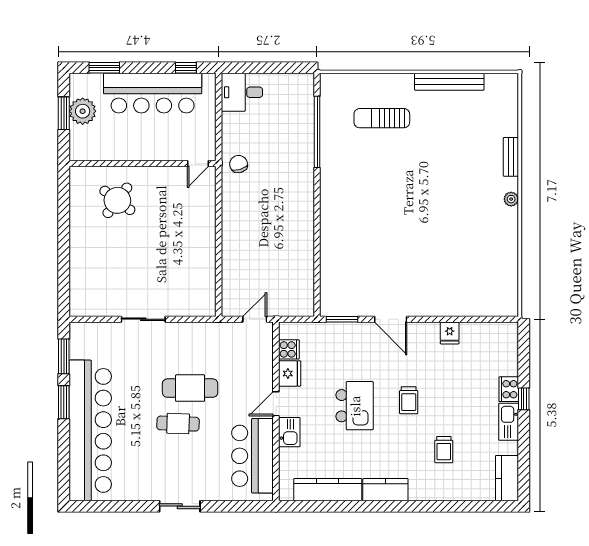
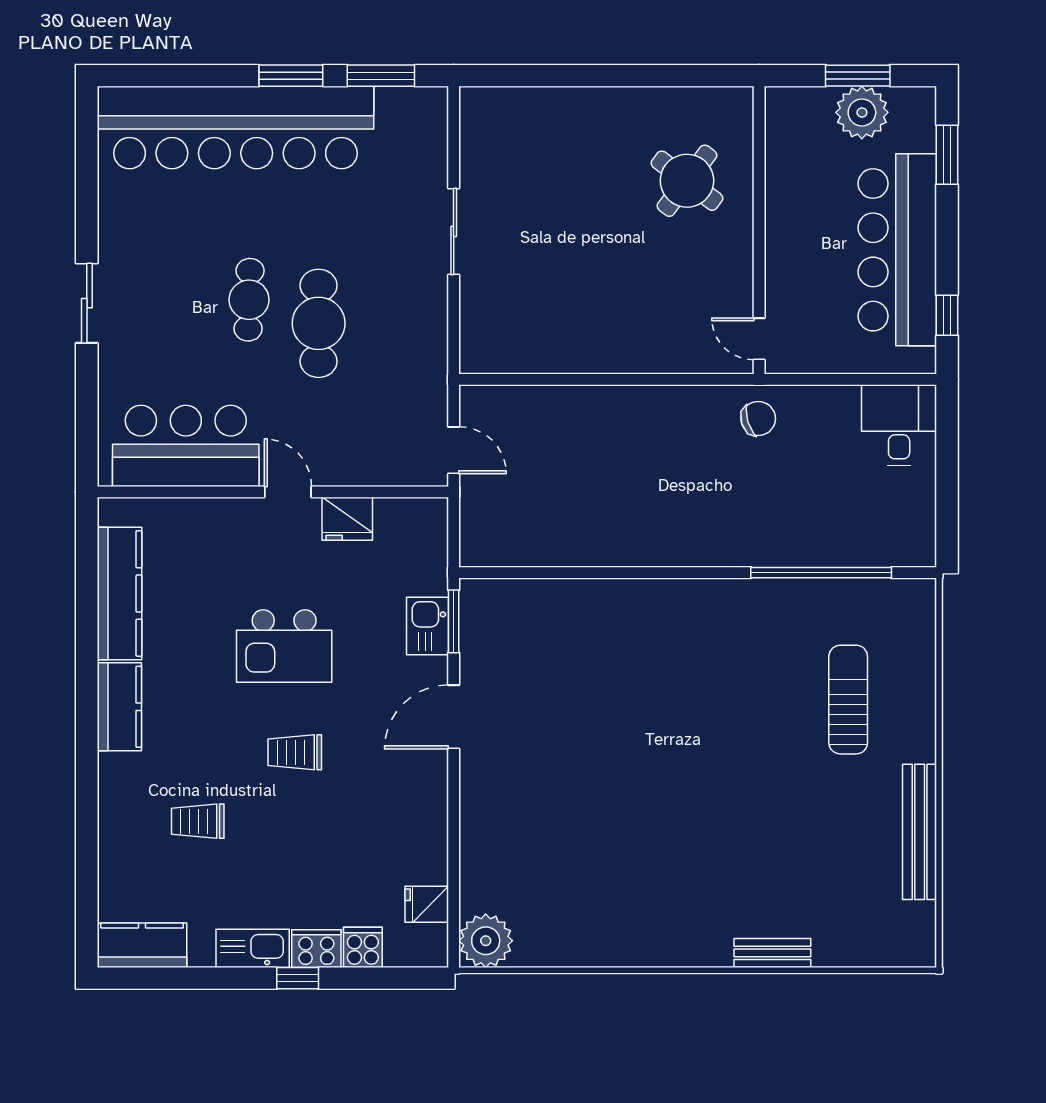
plant: (511, 199) -> (486, 941), moved, width x1.87, depth x1.87
fridge: (450, 333) -> (427, 904), moved
cooker: (289, 349) -> (363, 947), moved, turned 180
kitchen sink: (289, 432) -> (427, 626), moved, turned 90

